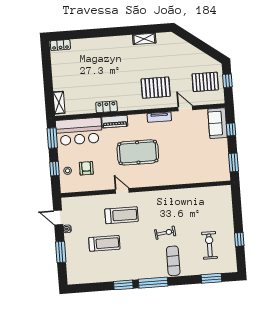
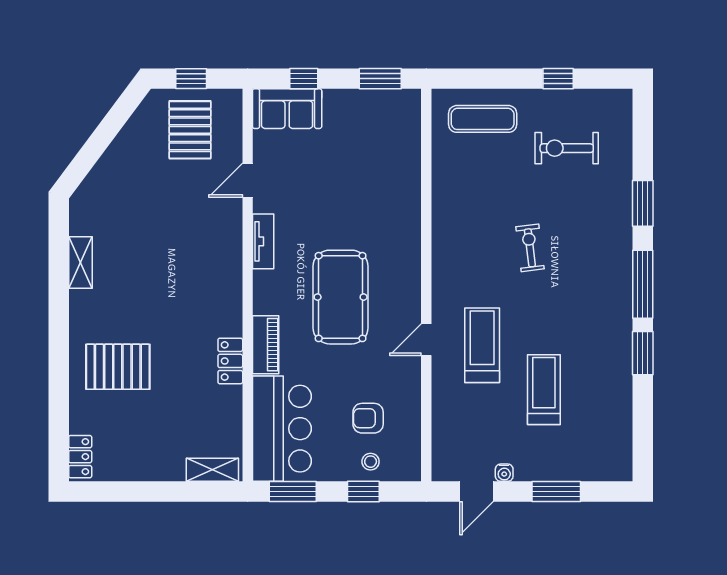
pallet: (156, 88) -> (118, 367), moved, turned 90
exercise mat: (173, 261) -> (483, 119), moved
window: (211, 278) -> (643, 203), moved

